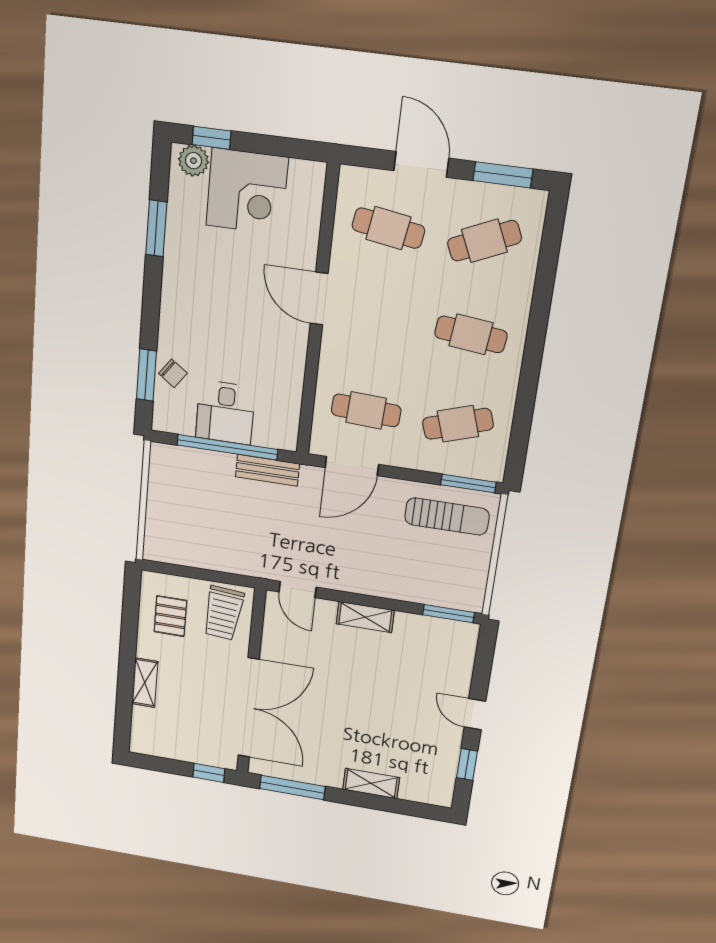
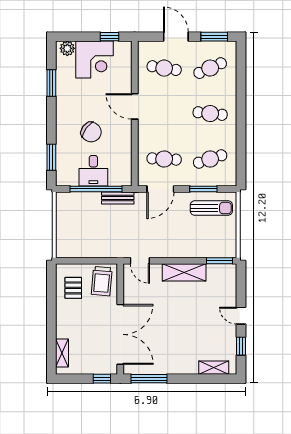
window: (211, 138) -> (110, 37), moved
chair: (173, 373) -> (91, 132), moved, width x1.87, depth x1.87
window: (468, 484) -> (203, 189), moved
shelving: (365, 617) -> (184, 272), width x1.50, depth x1.33
shelving: (145, 683) -> (62, 353), moved
shelving: (371, 783) -> (214, 368), moved

